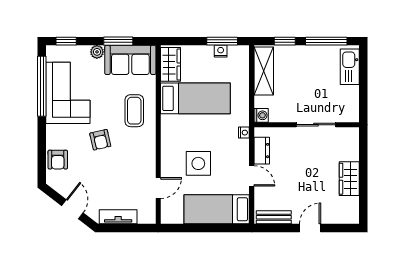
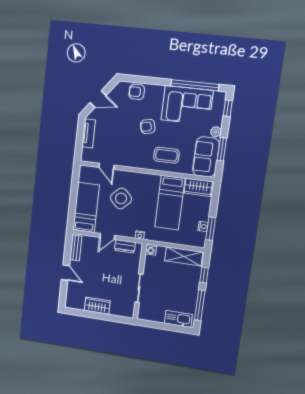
side table: (198, 163) -> (121, 198), turned 45

